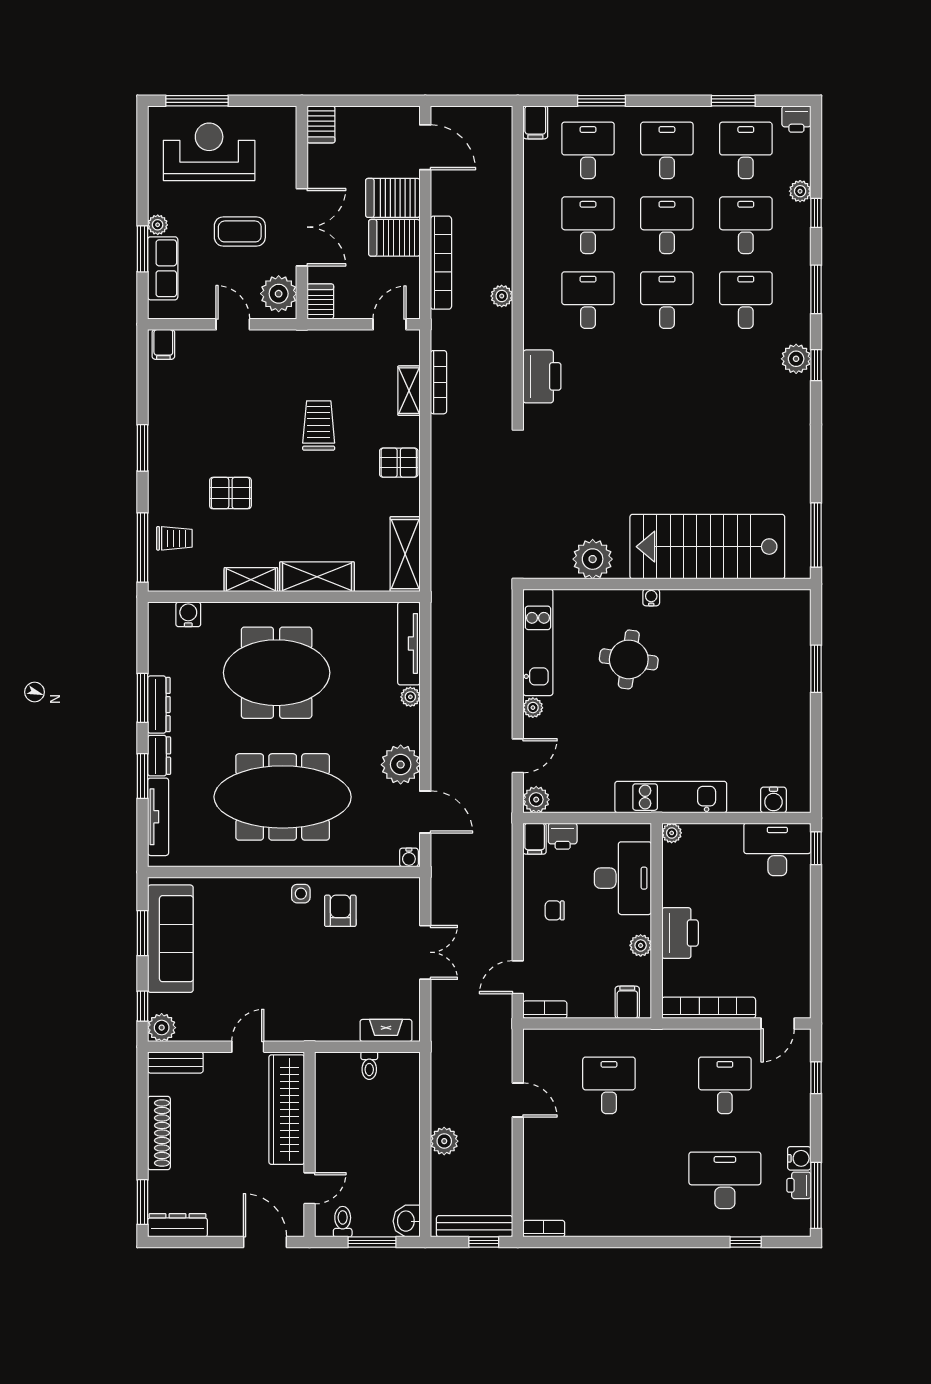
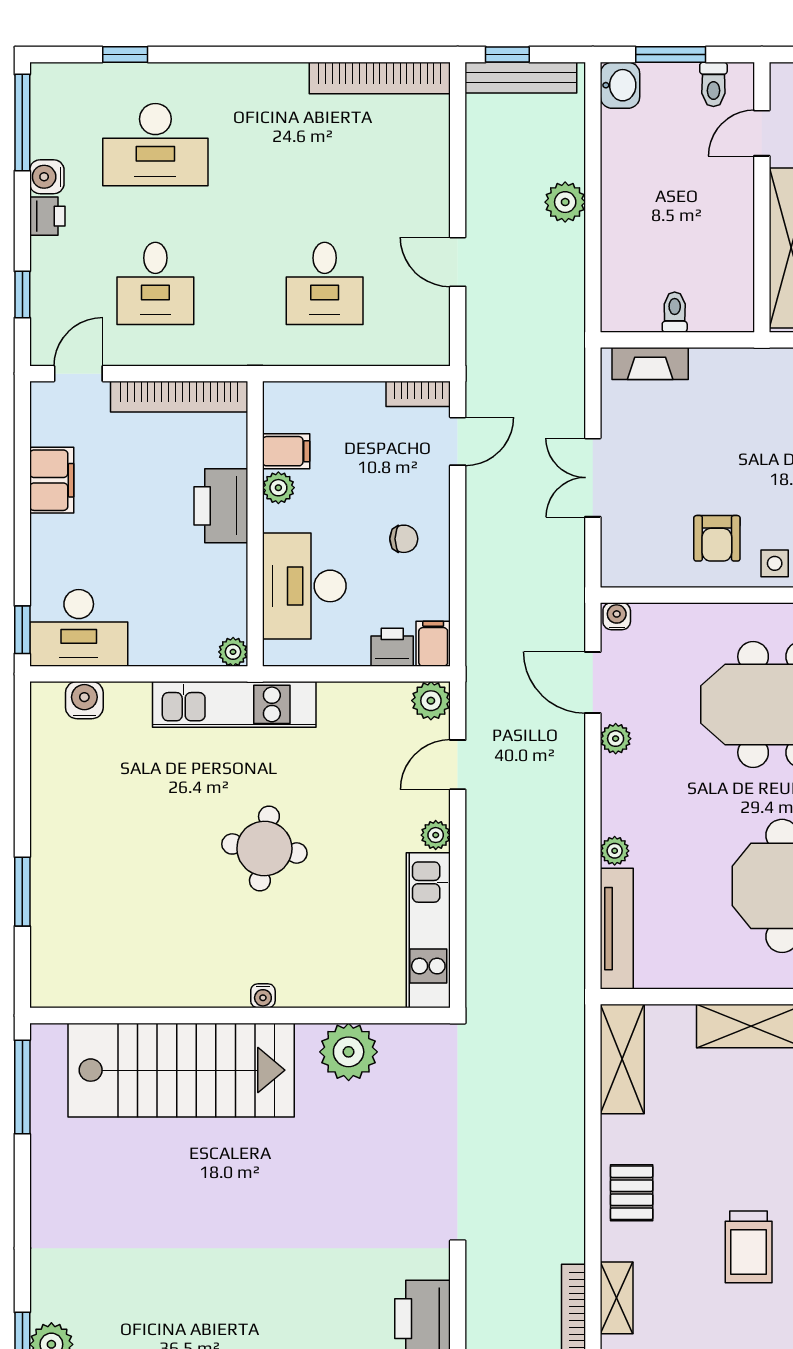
pallet: (399, 463) -> (632, 1193), turned 90
round table: (629, 659) -> (264, 848), moved
plant: (401, 765) -> (616, 739), width x0.53, depth x0.53
filing cabinet: (796, 951) -> (52, 480), added
filing cabinet: (627, 1002) -> (286, 451), moved, turned -90
printer: (799, 1185) -> (47, 216), moved
bookcase: (544, 1229) -> (380, 78), width x2.31, depth x1.31

